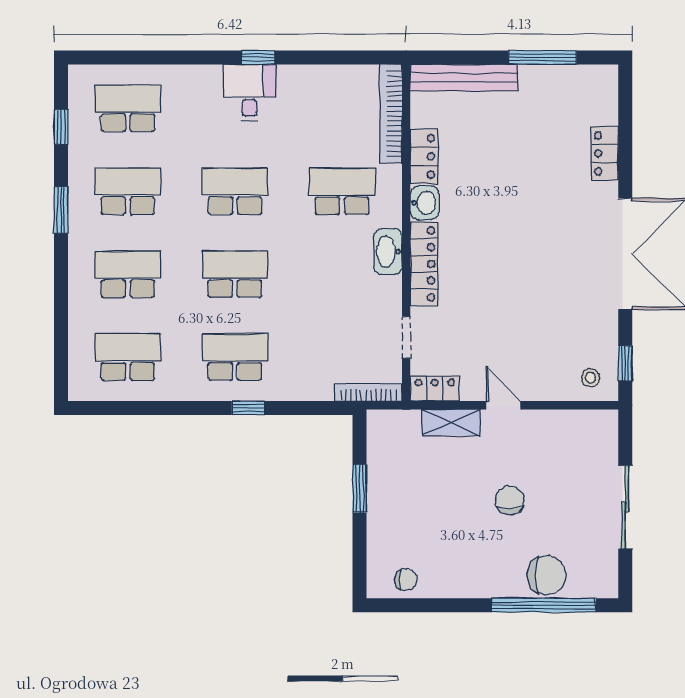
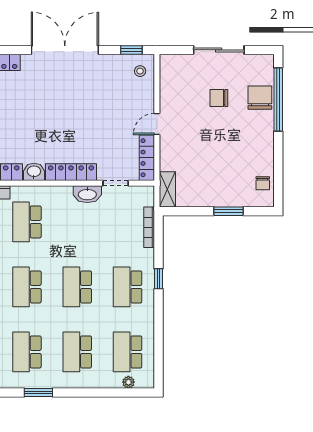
washbasin: (388, 252) -> (87, 194), moved
plant: (78, 359) -> (128, 382), added
locker: (435, 389) -> (147, 158), width x1.53
bookcase: (368, 393) -> (149, 227), moved
shelving: (451, 423) -> (167, 189), moved
window: (360, 488) -> (228, 211), moved
chair: (510, 500) -> (219, 98), moved
chair: (406, 580) -> (263, 183), turned 180

